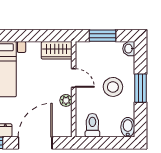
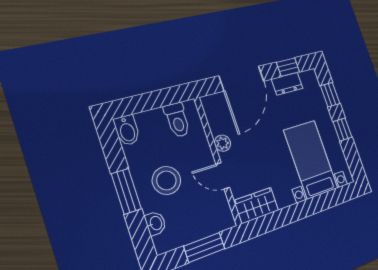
washbasin: (129, 49) -> (155, 223), moved

